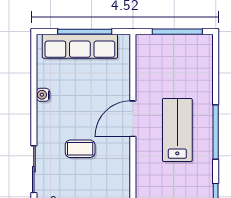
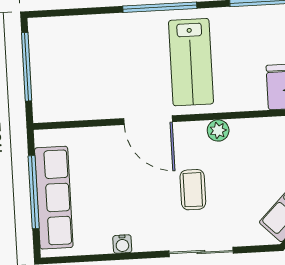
lab bench: (177, 130) -> (191, 62), moved, turned -90
sliding door: (34, 169) -> (201, 252), moved
plant: (123, 170) -> (218, 130), added

